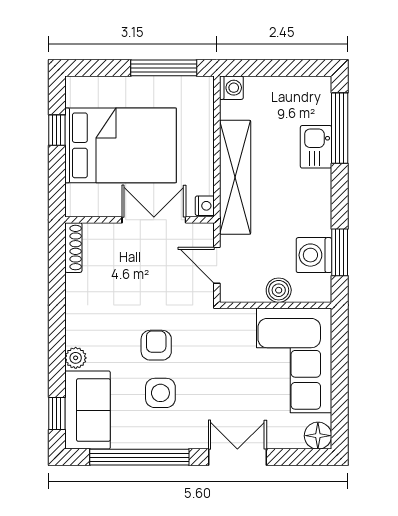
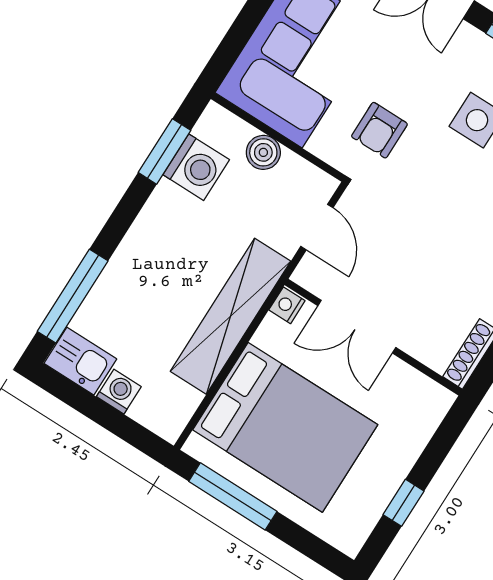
washing machine: (231, 88) -> (119, 392), moved, turned 90
bed: (121, 145) -> (285, 427), moved, turned 180
kitchen sink: (316, 147) -> (80, 361), moved, turned -90
armchair: (156, 345) -> (379, 130), moved

